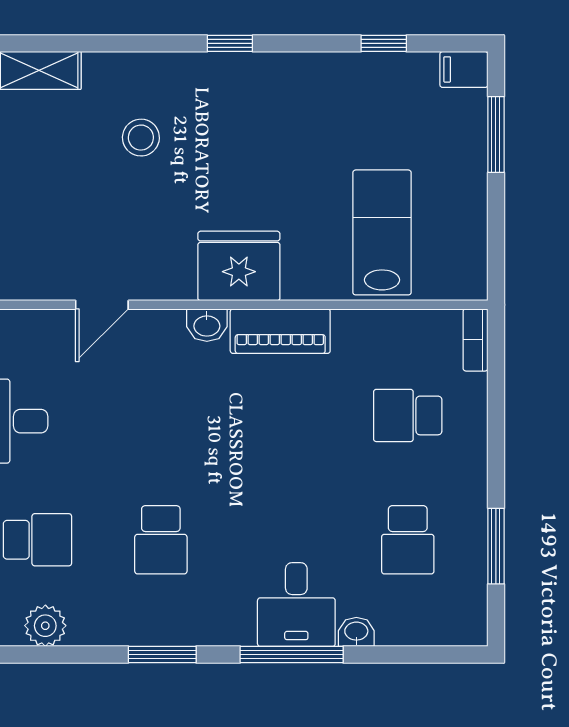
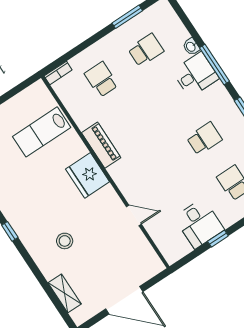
washbasin: (207, 325) -> (116, 173), removed
school desk: (408, 415) -> (101, 79), turned 180

